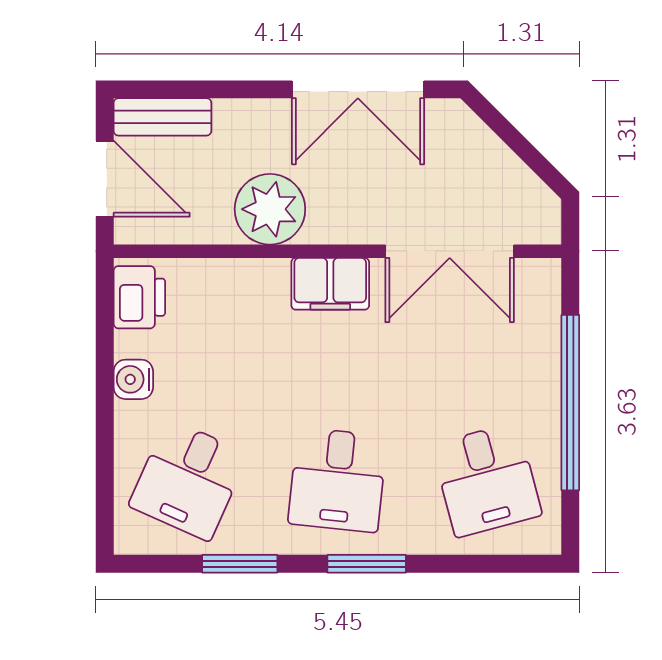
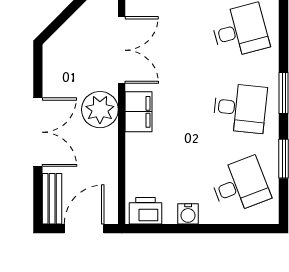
double door: (358, 89) -> (38, 132), moved
plant: (270, 209) -> (100, 110), moved
desk: (188, 480) -> (240, 185), turned -45

